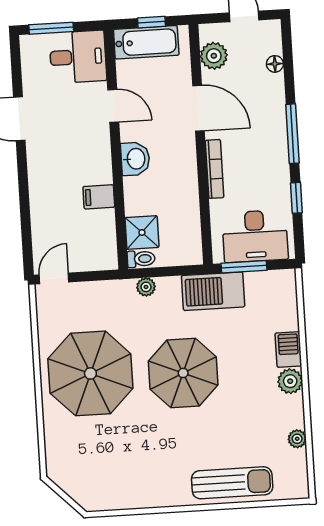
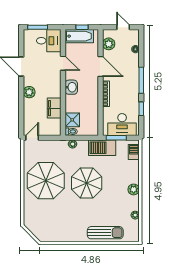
plant: (41, 176) -> (29, 92), added
filing cabinet: (99, 197) -> (54, 108), width x2.00
barbecue: (288, 349) -> (134, 152), moved

